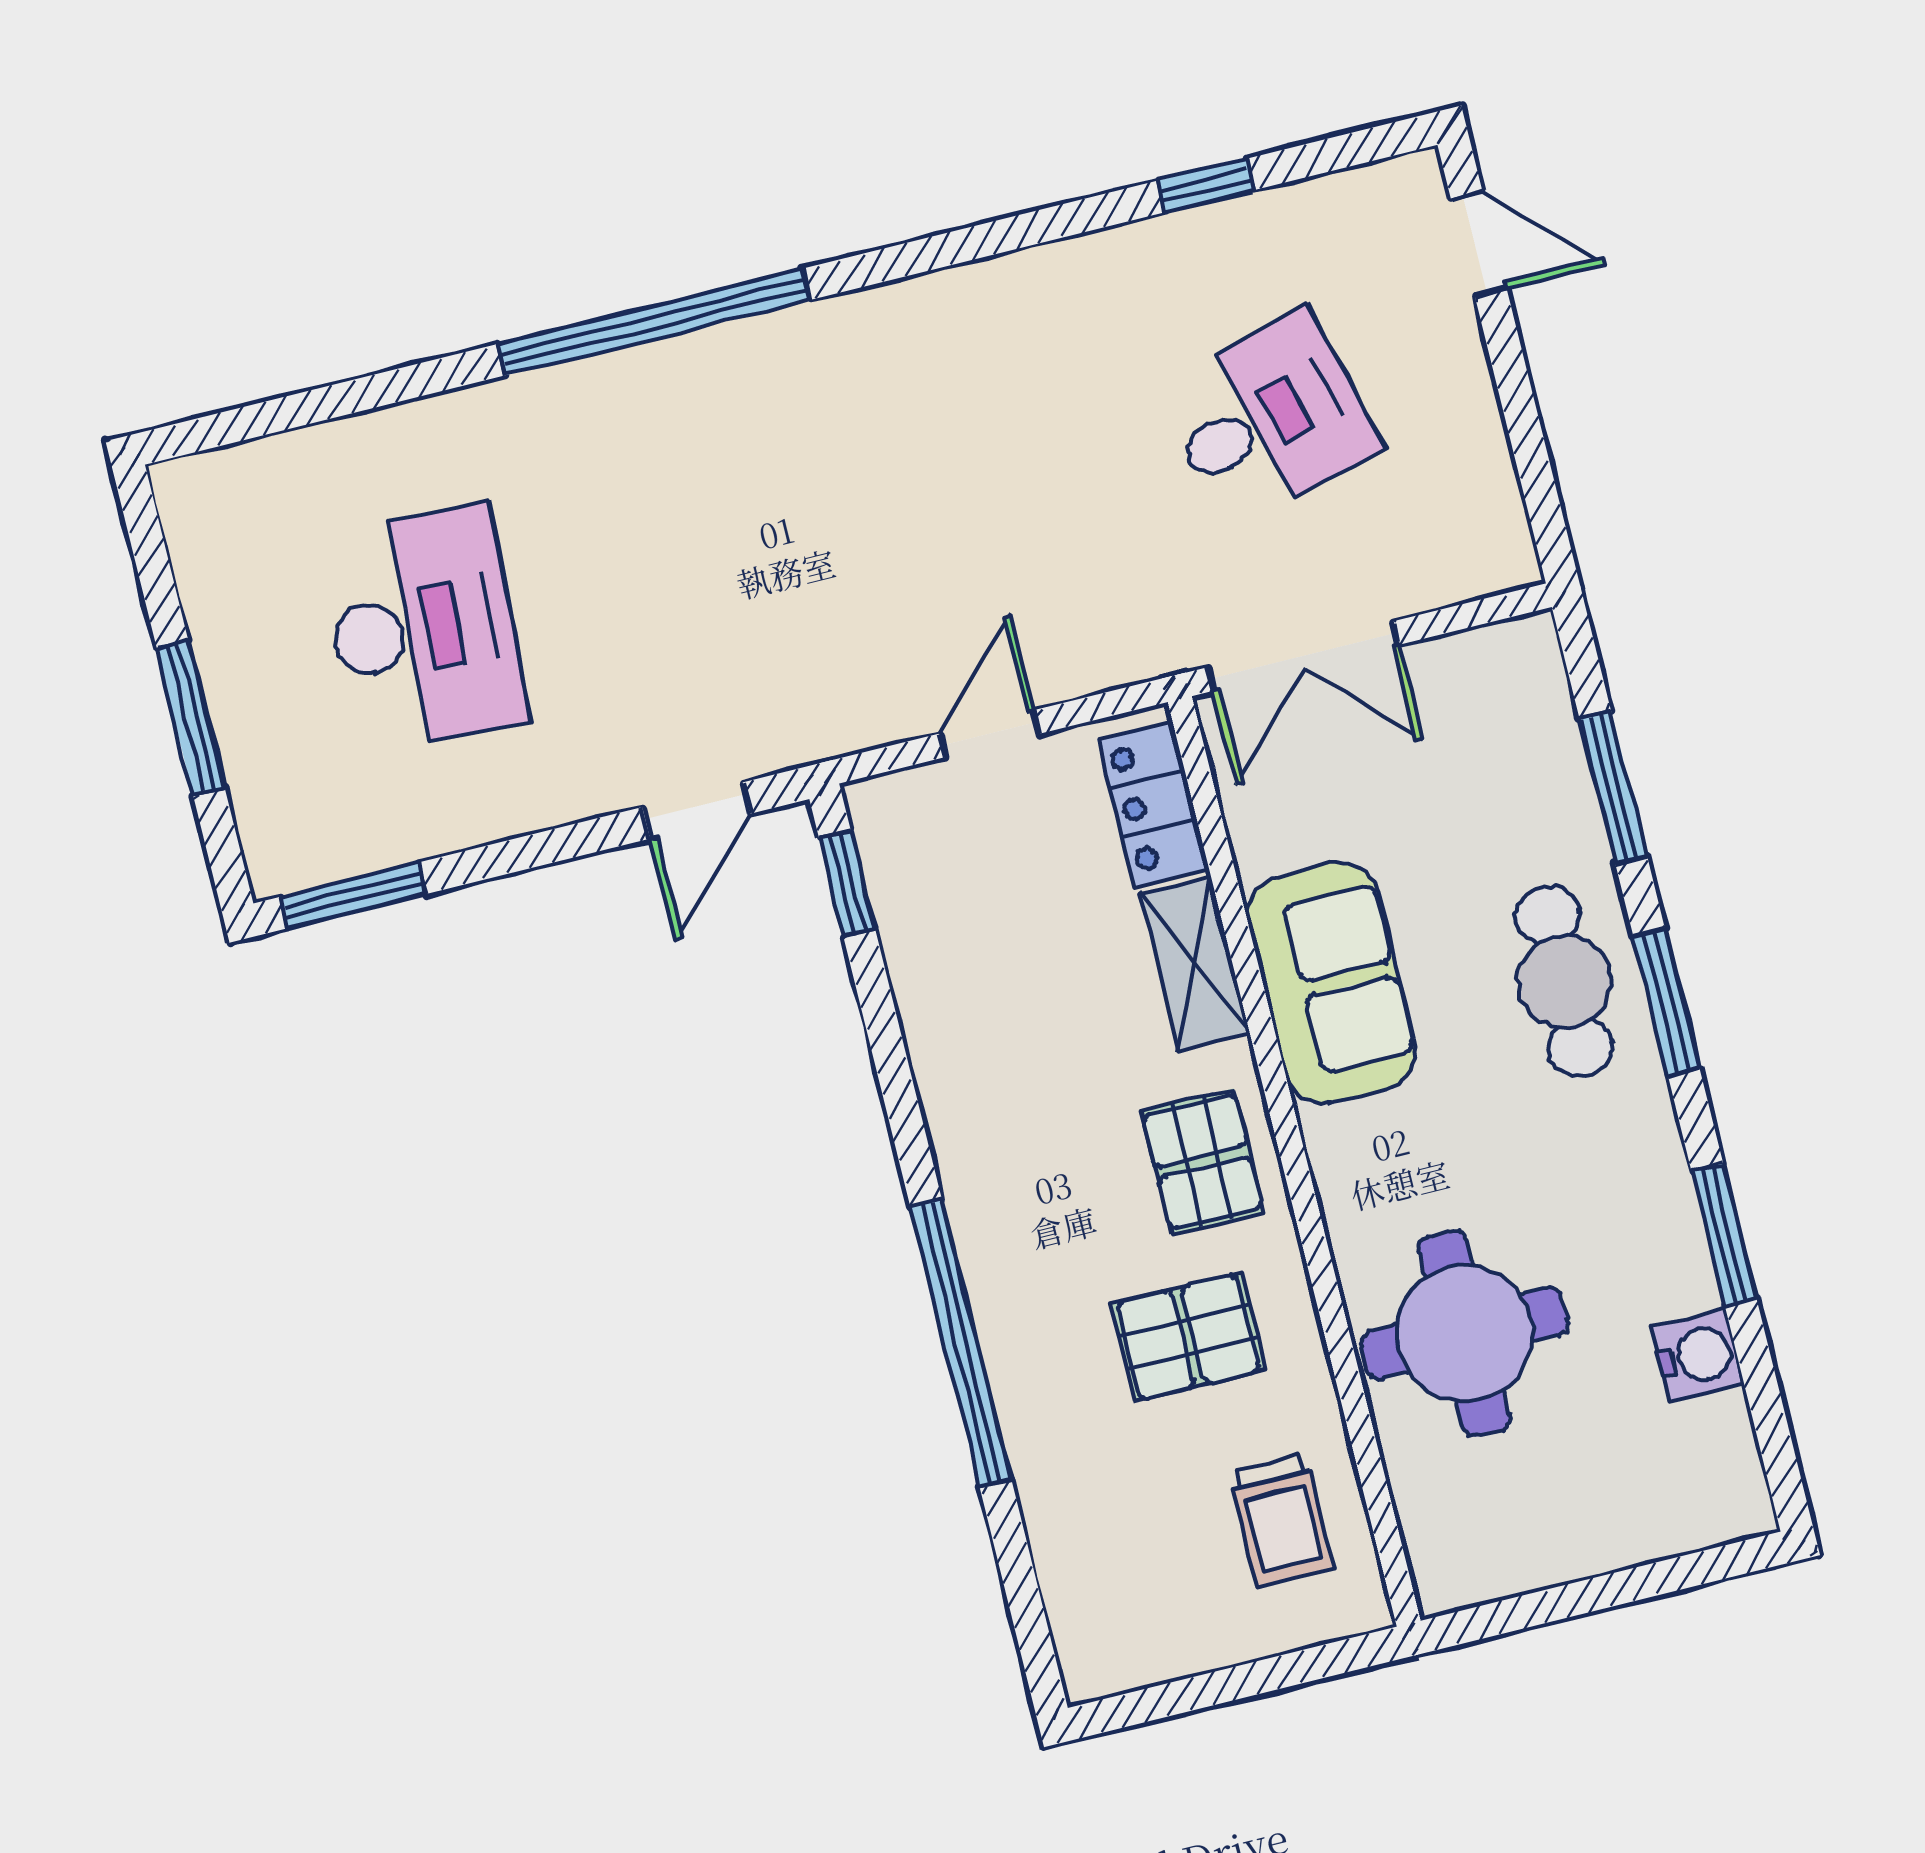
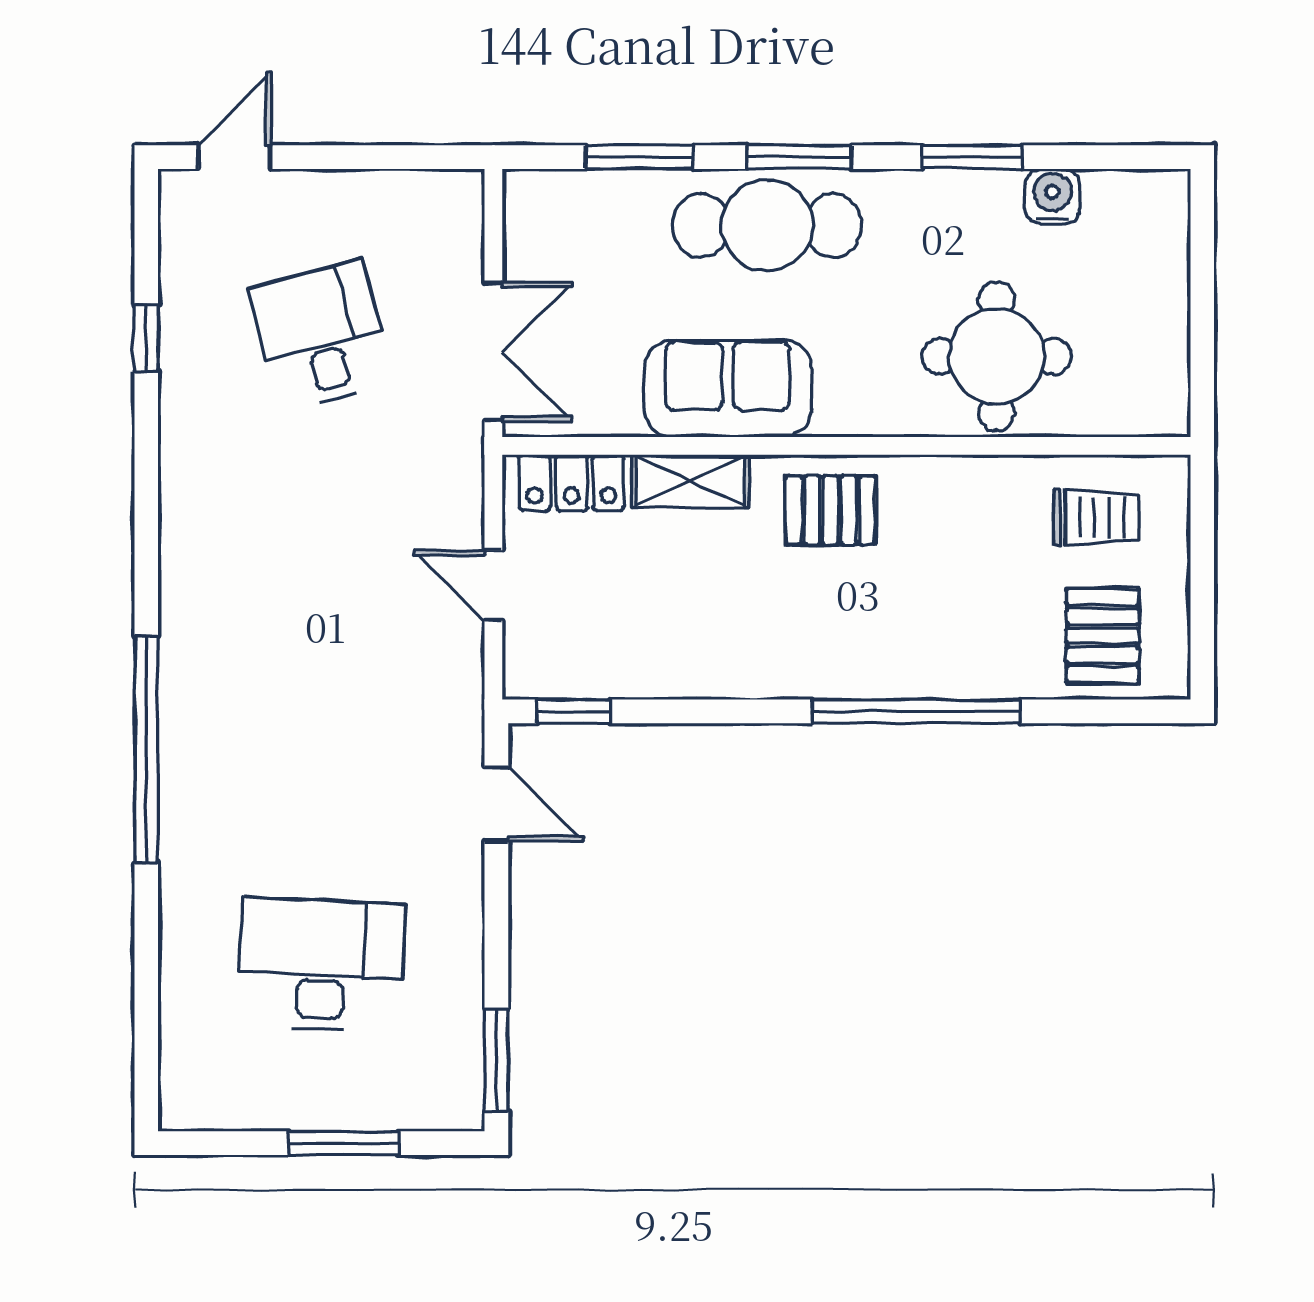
cafe table: (1564, 981) -> (767, 225), width x1.37, depth x1.35
pallet: (1188, 1337) -> (1103, 636), moved

